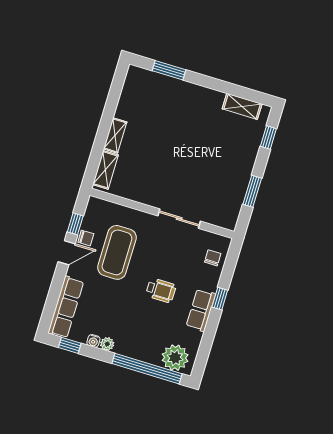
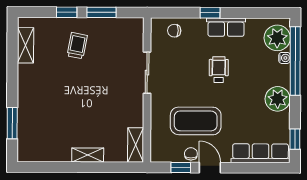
window: (268, 138) -> (67, 12), moved
trolley: (226, 157) -> (77, 46), added
shelving: (105, 170) -> (136, 145), moved, turned 90
water cooler: (93, 341) -> (284, 58), moved
plant: (107, 344) -> (278, 99), width x1.87, depth x1.87

